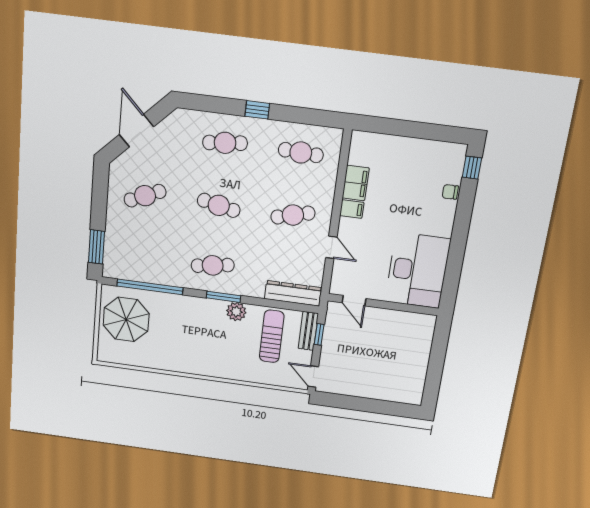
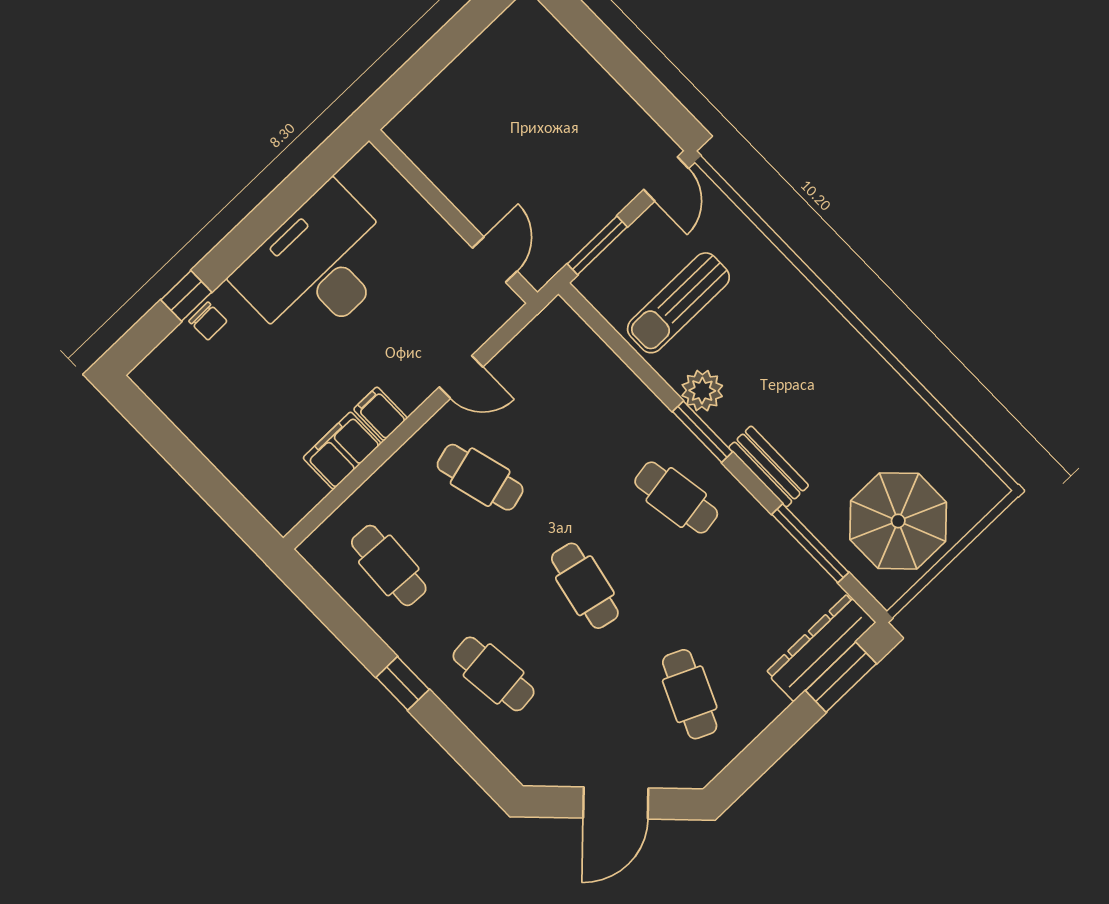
window: (472, 168) -> (186, 296), moved
cafe table: (145, 196) -> (690, 694), turned 48
door: (331, 247) -> (461, 377), swing flipped
desk: (418, 270) -> (318, 267), moved
window: (150, 287) -> (810, 543), width x0.68
dresser: (293, 293) -> (821, 647), moved, turned 90
bench: (308, 331) -> (769, 467), moved, turned 90
window: (319, 334) -> (597, 245), width x1.50

